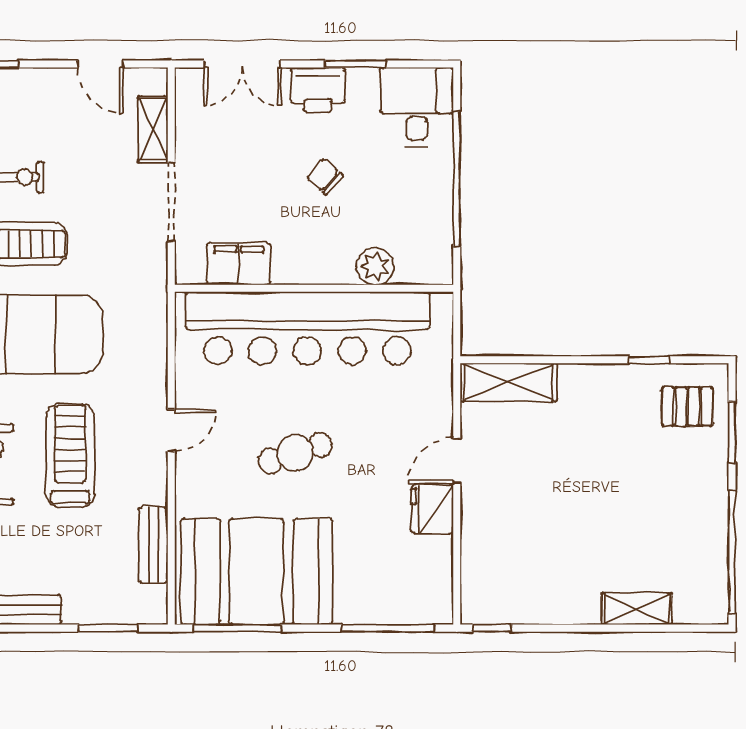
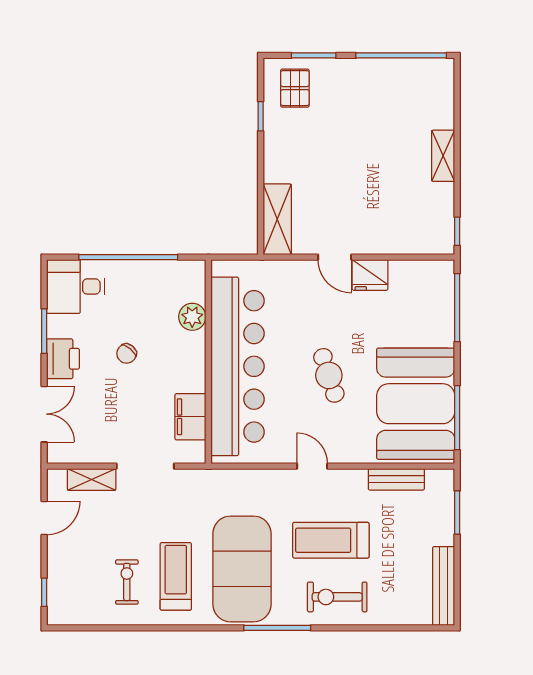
shelving: (637, 609) -> (443, 156), moved

